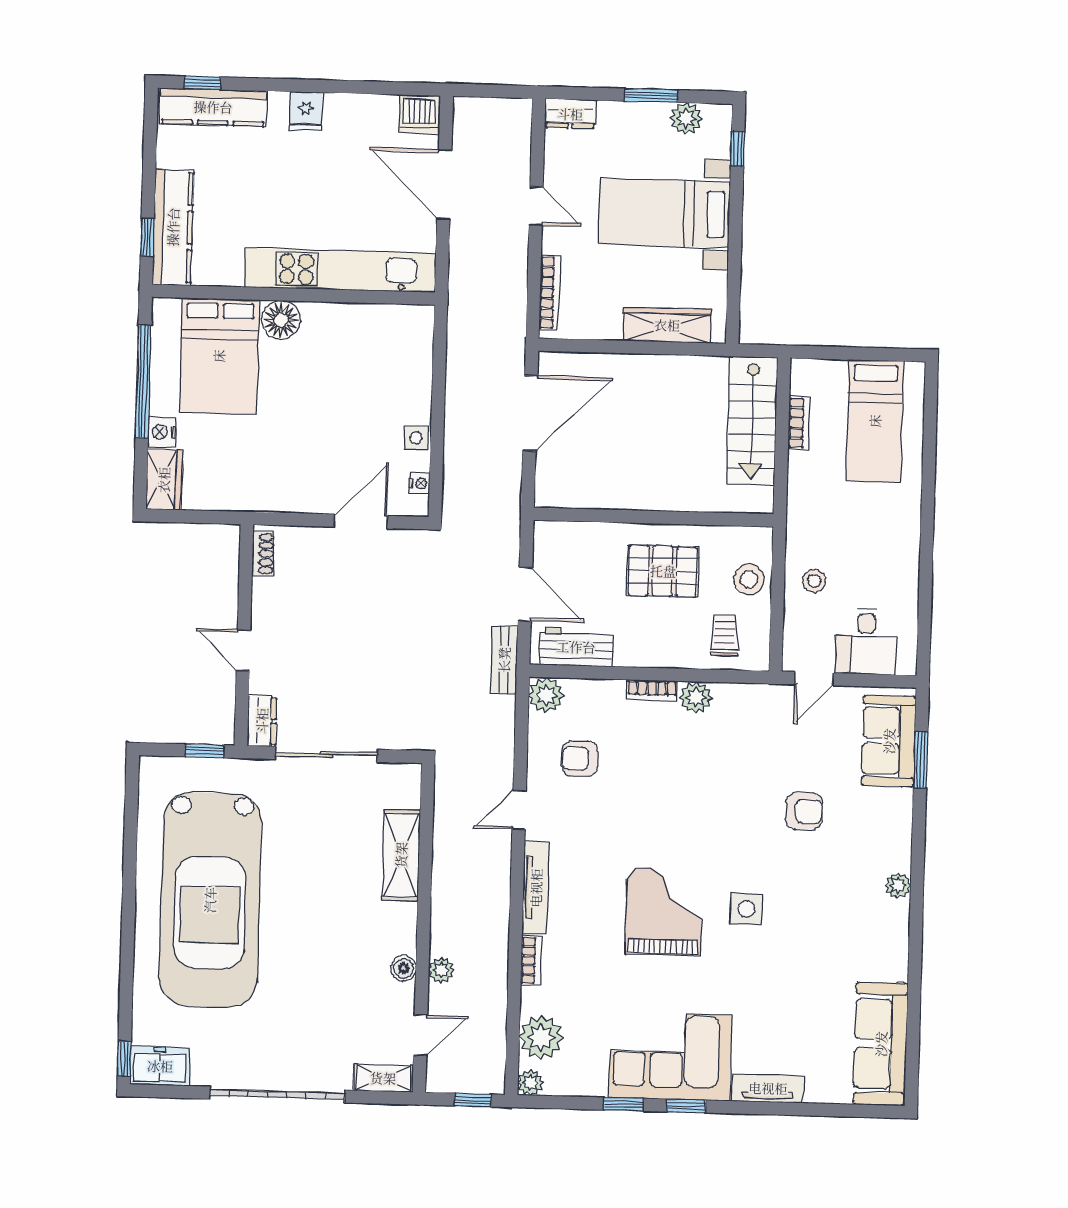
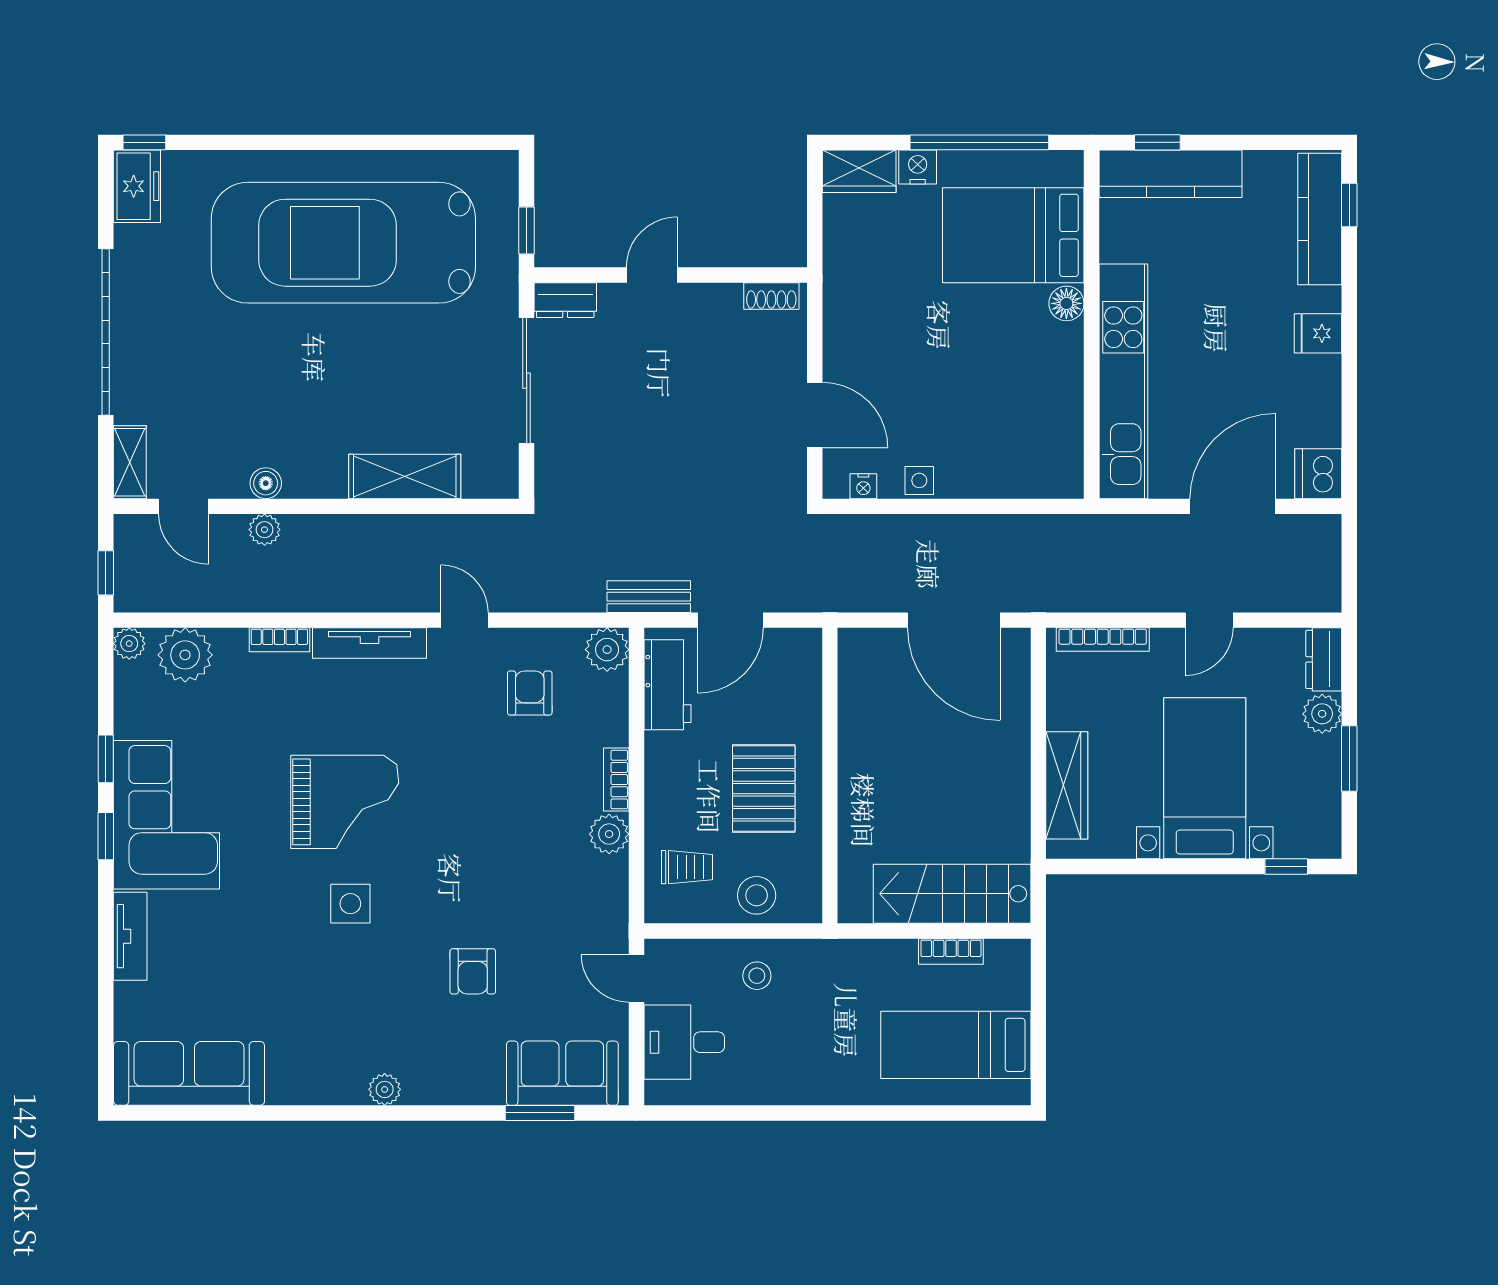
plant: (686, 118) -> (1322, 714), moved
floor lamp: (281, 320) -> (1066, 303), width x0.73, depth x0.73

